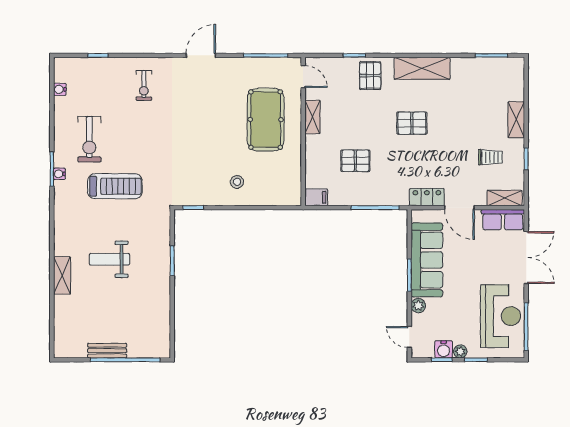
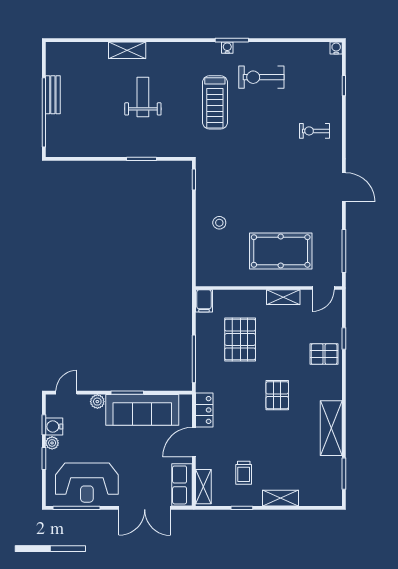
shelving: (422, 68) -> (331, 428), moved
water cooler: (60, 89) -> (336, 48), moved
pallet: (355, 161) -> (240, 339), width x1.50, depth x1.42

